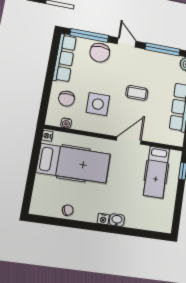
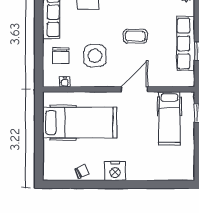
nightstand: (47, 136) -> (48, 98), removed
nightstand: (103, 219) -> (115, 171), width x1.89, depth x1.79
washbasin: (117, 220) -> (135, 174), removed

